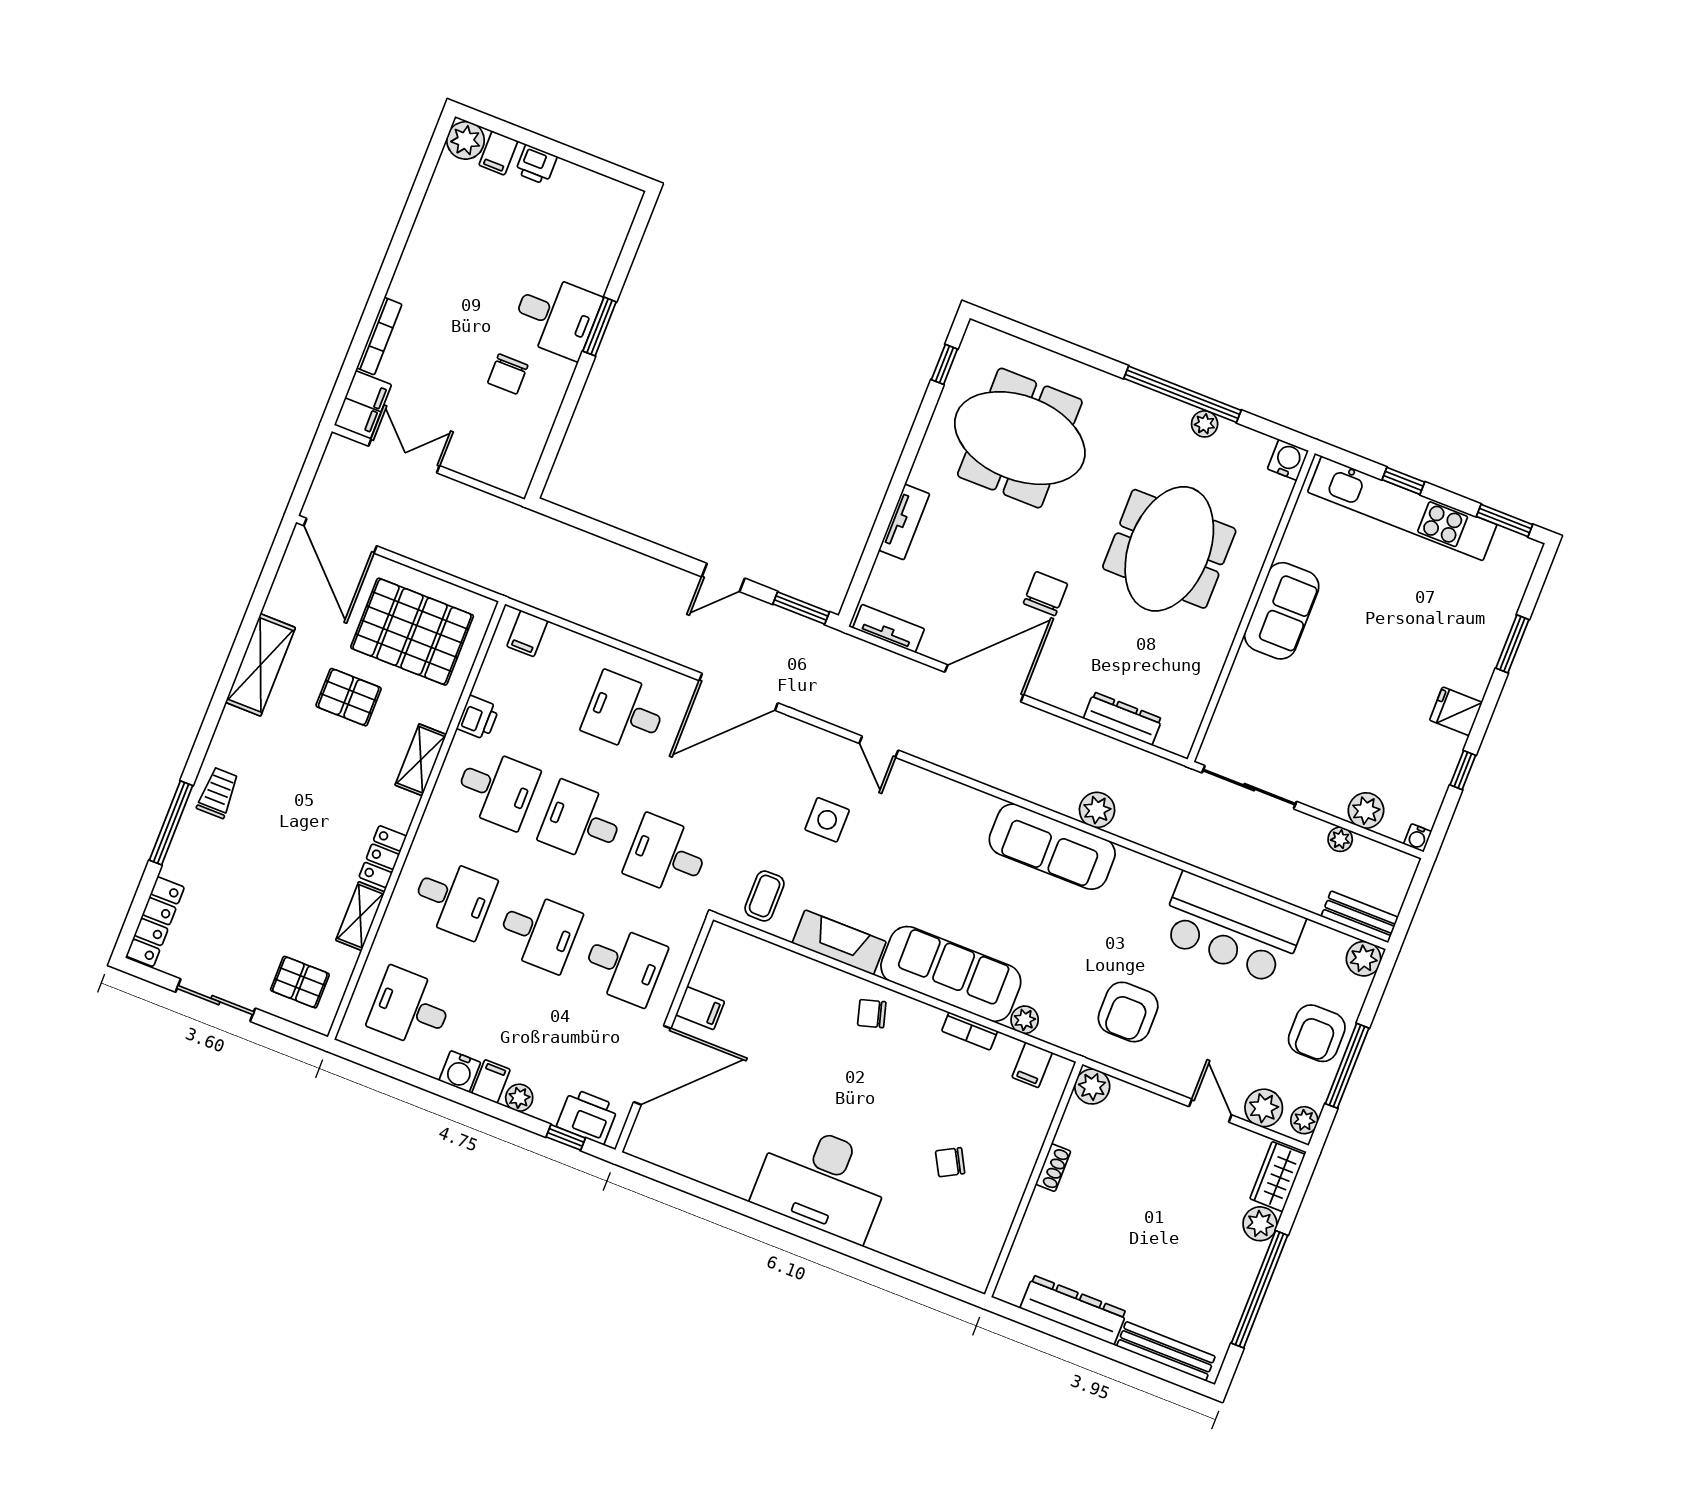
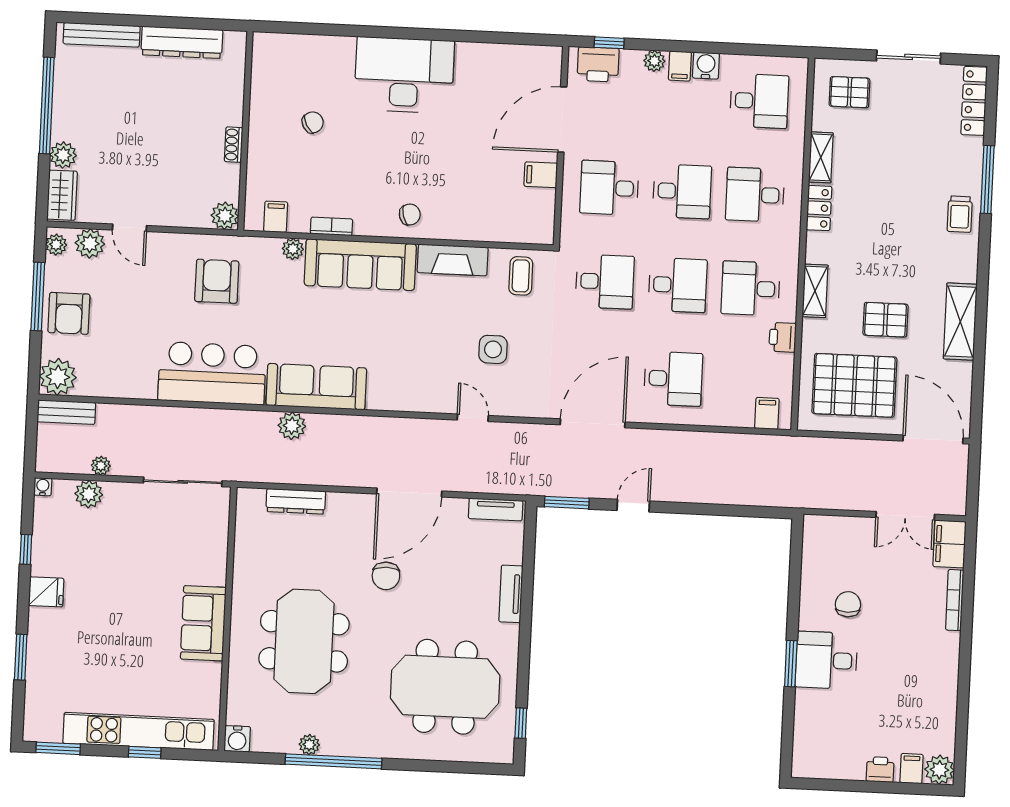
bar counter: (1232, 928) -> (212, 373), moved
desk: (539, 932) -> (682, 191), turned 180
plant: (1364, 959) -> (58, 377), width x1.36, depth x1.36
armchair: (1317, 1033) -> (69, 313), turned 180

